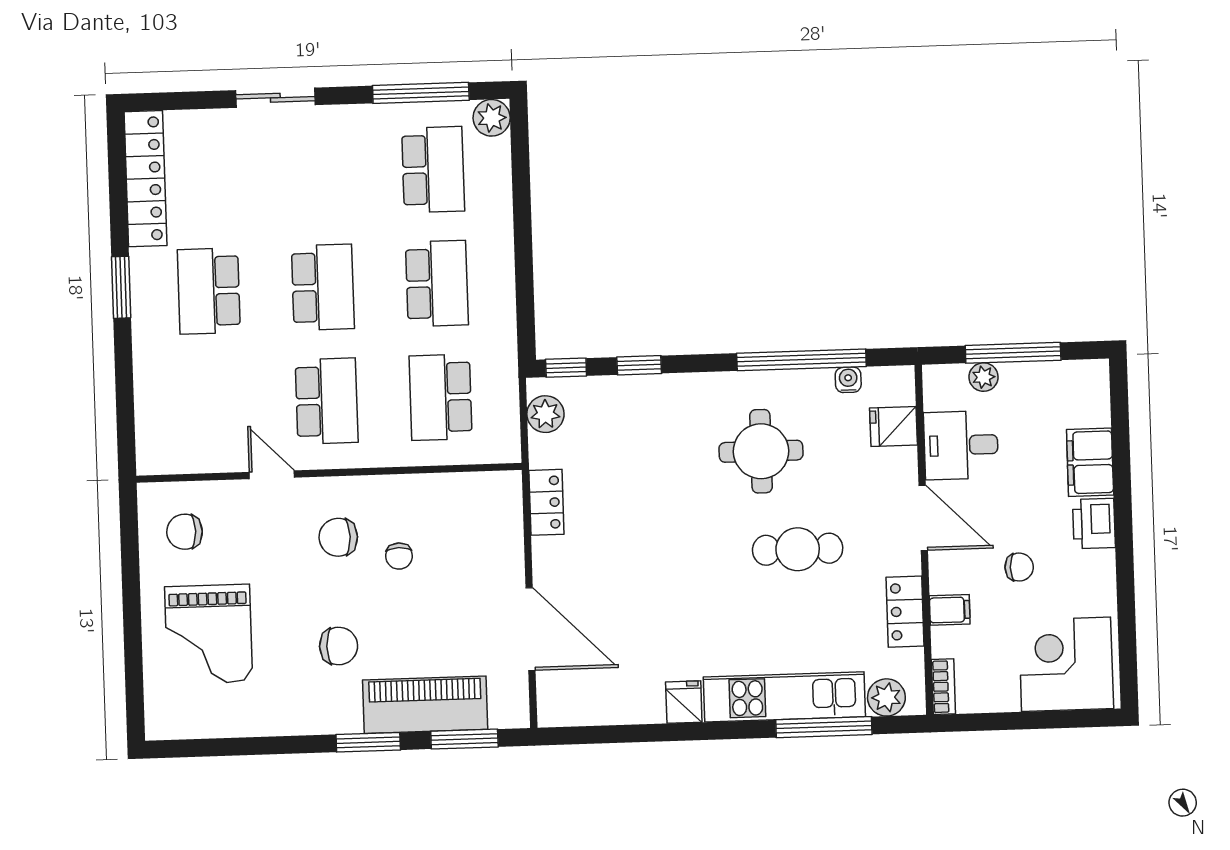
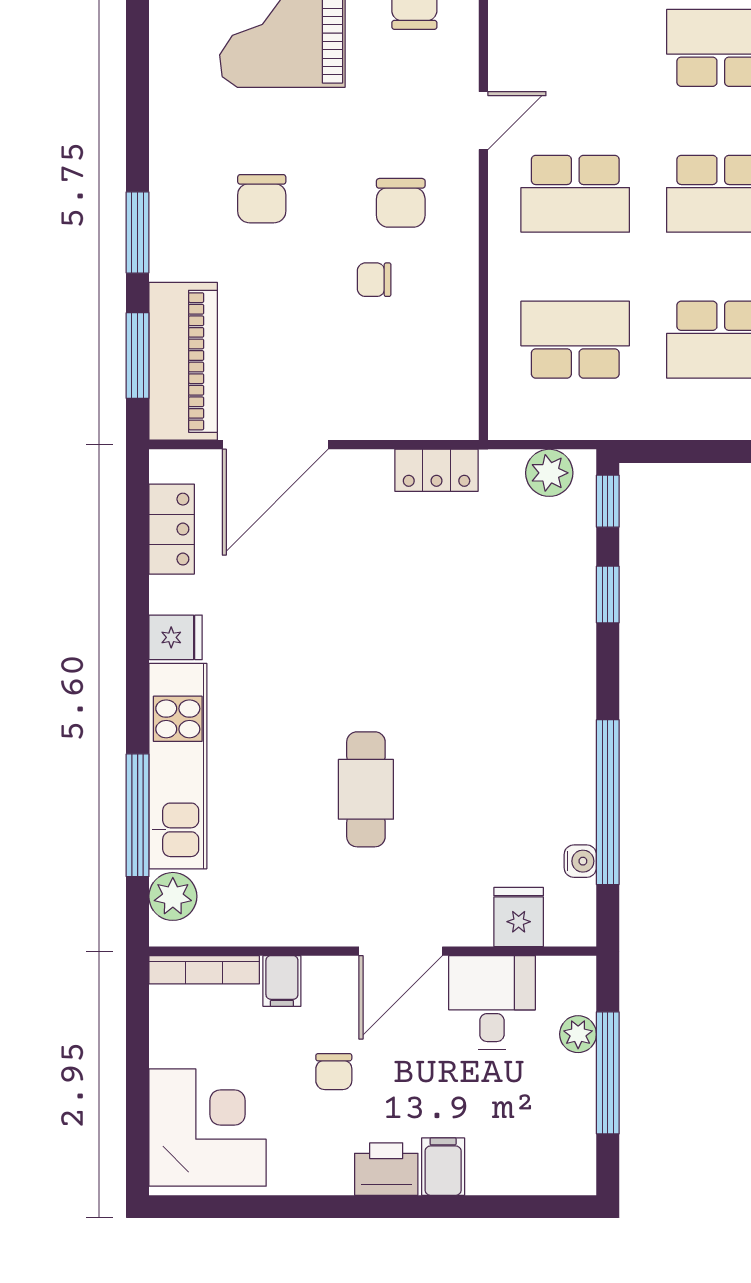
round table: (761, 451) -> (493, 747), removed
filing cabinet: (1090, 462) -> (443, 1167), width x0.50
chair: (338, 537) -> (401, 203), turned 180
locker: (905, 612) -> (172, 529), moved, turned 90
bookcase: (943, 687) -> (204, 970), width x1.56
piano: (425, 705) -> (183, 361), moved

